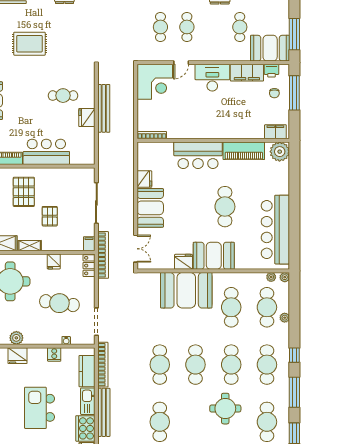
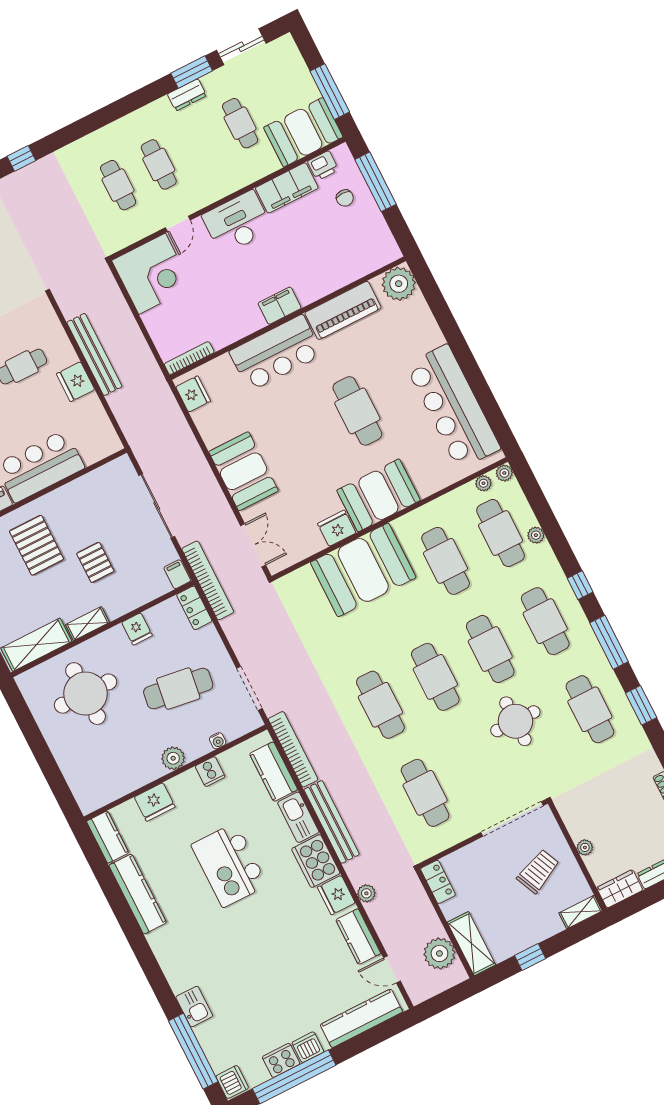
filing cabinet: (275, 132) -> (280, 306), moved
fridge: (144, 179) -> (193, 394), moved
plant: (16, 338) -> (173, 758), moved

